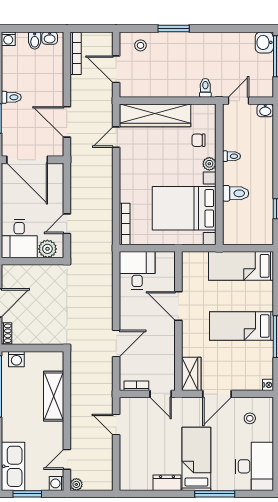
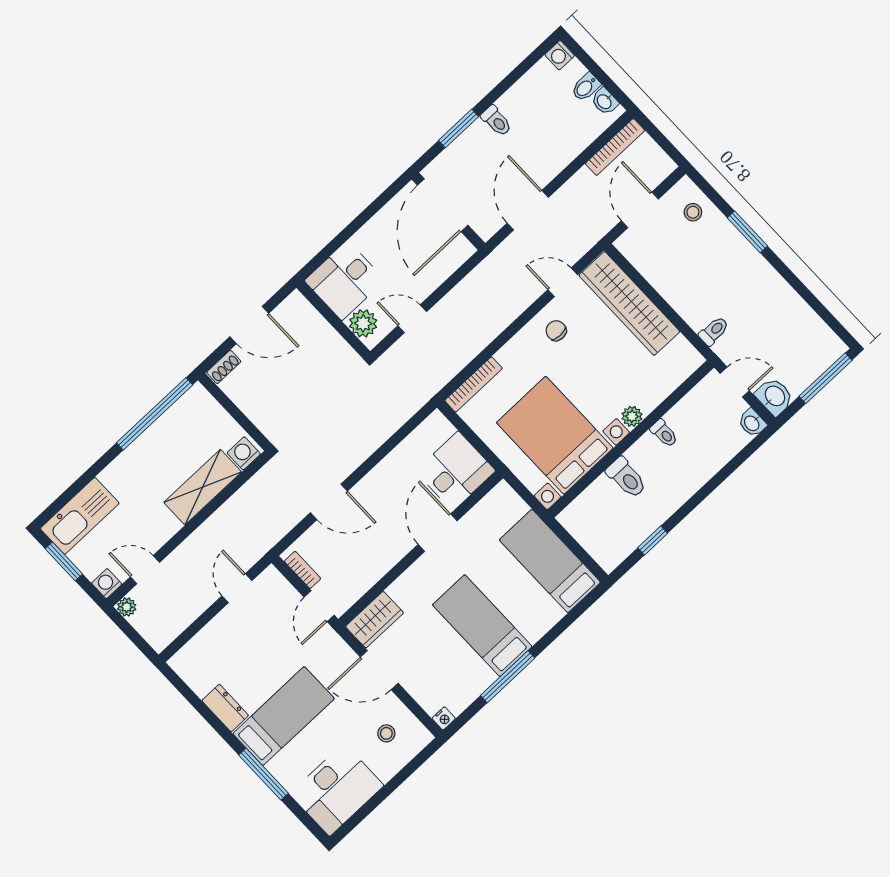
washbasin: (264, 42) -> (774, 396), moved, turned 90
chair: (198, 140) -> (556, 331), moved
desk: (137, 271) -> (455, 471), moved
washing machine: (16, 359) -> (244, 453), moved, turned 90

